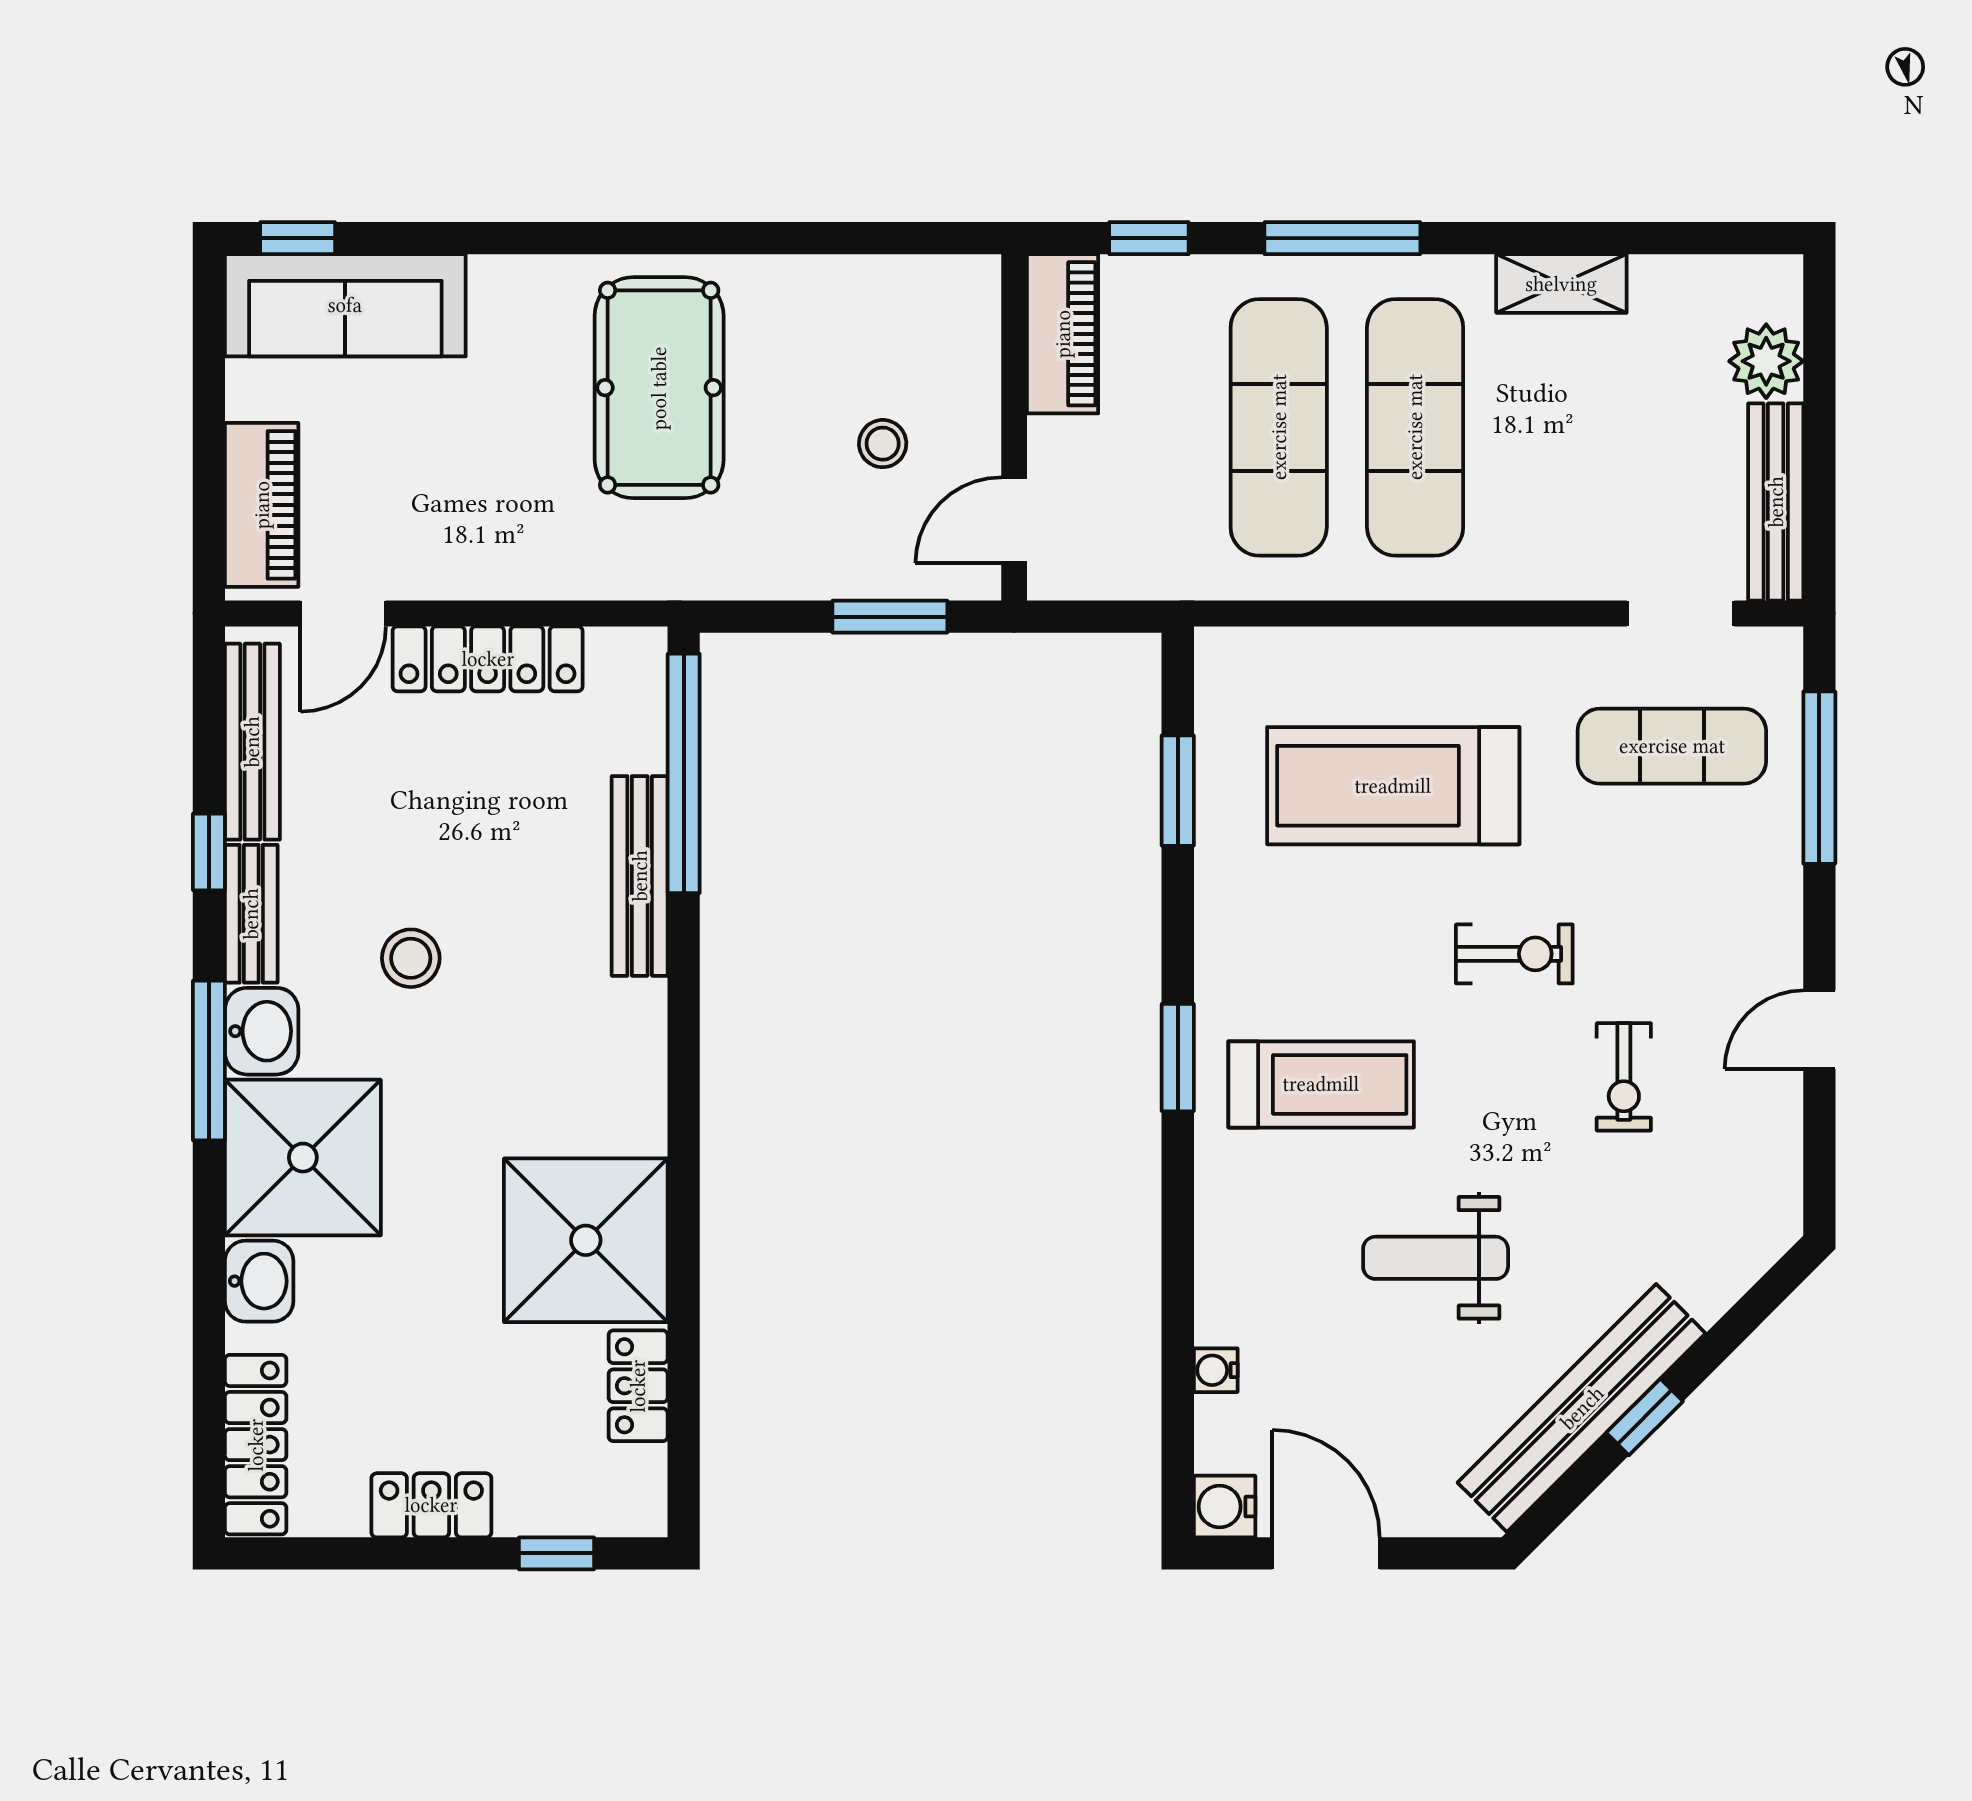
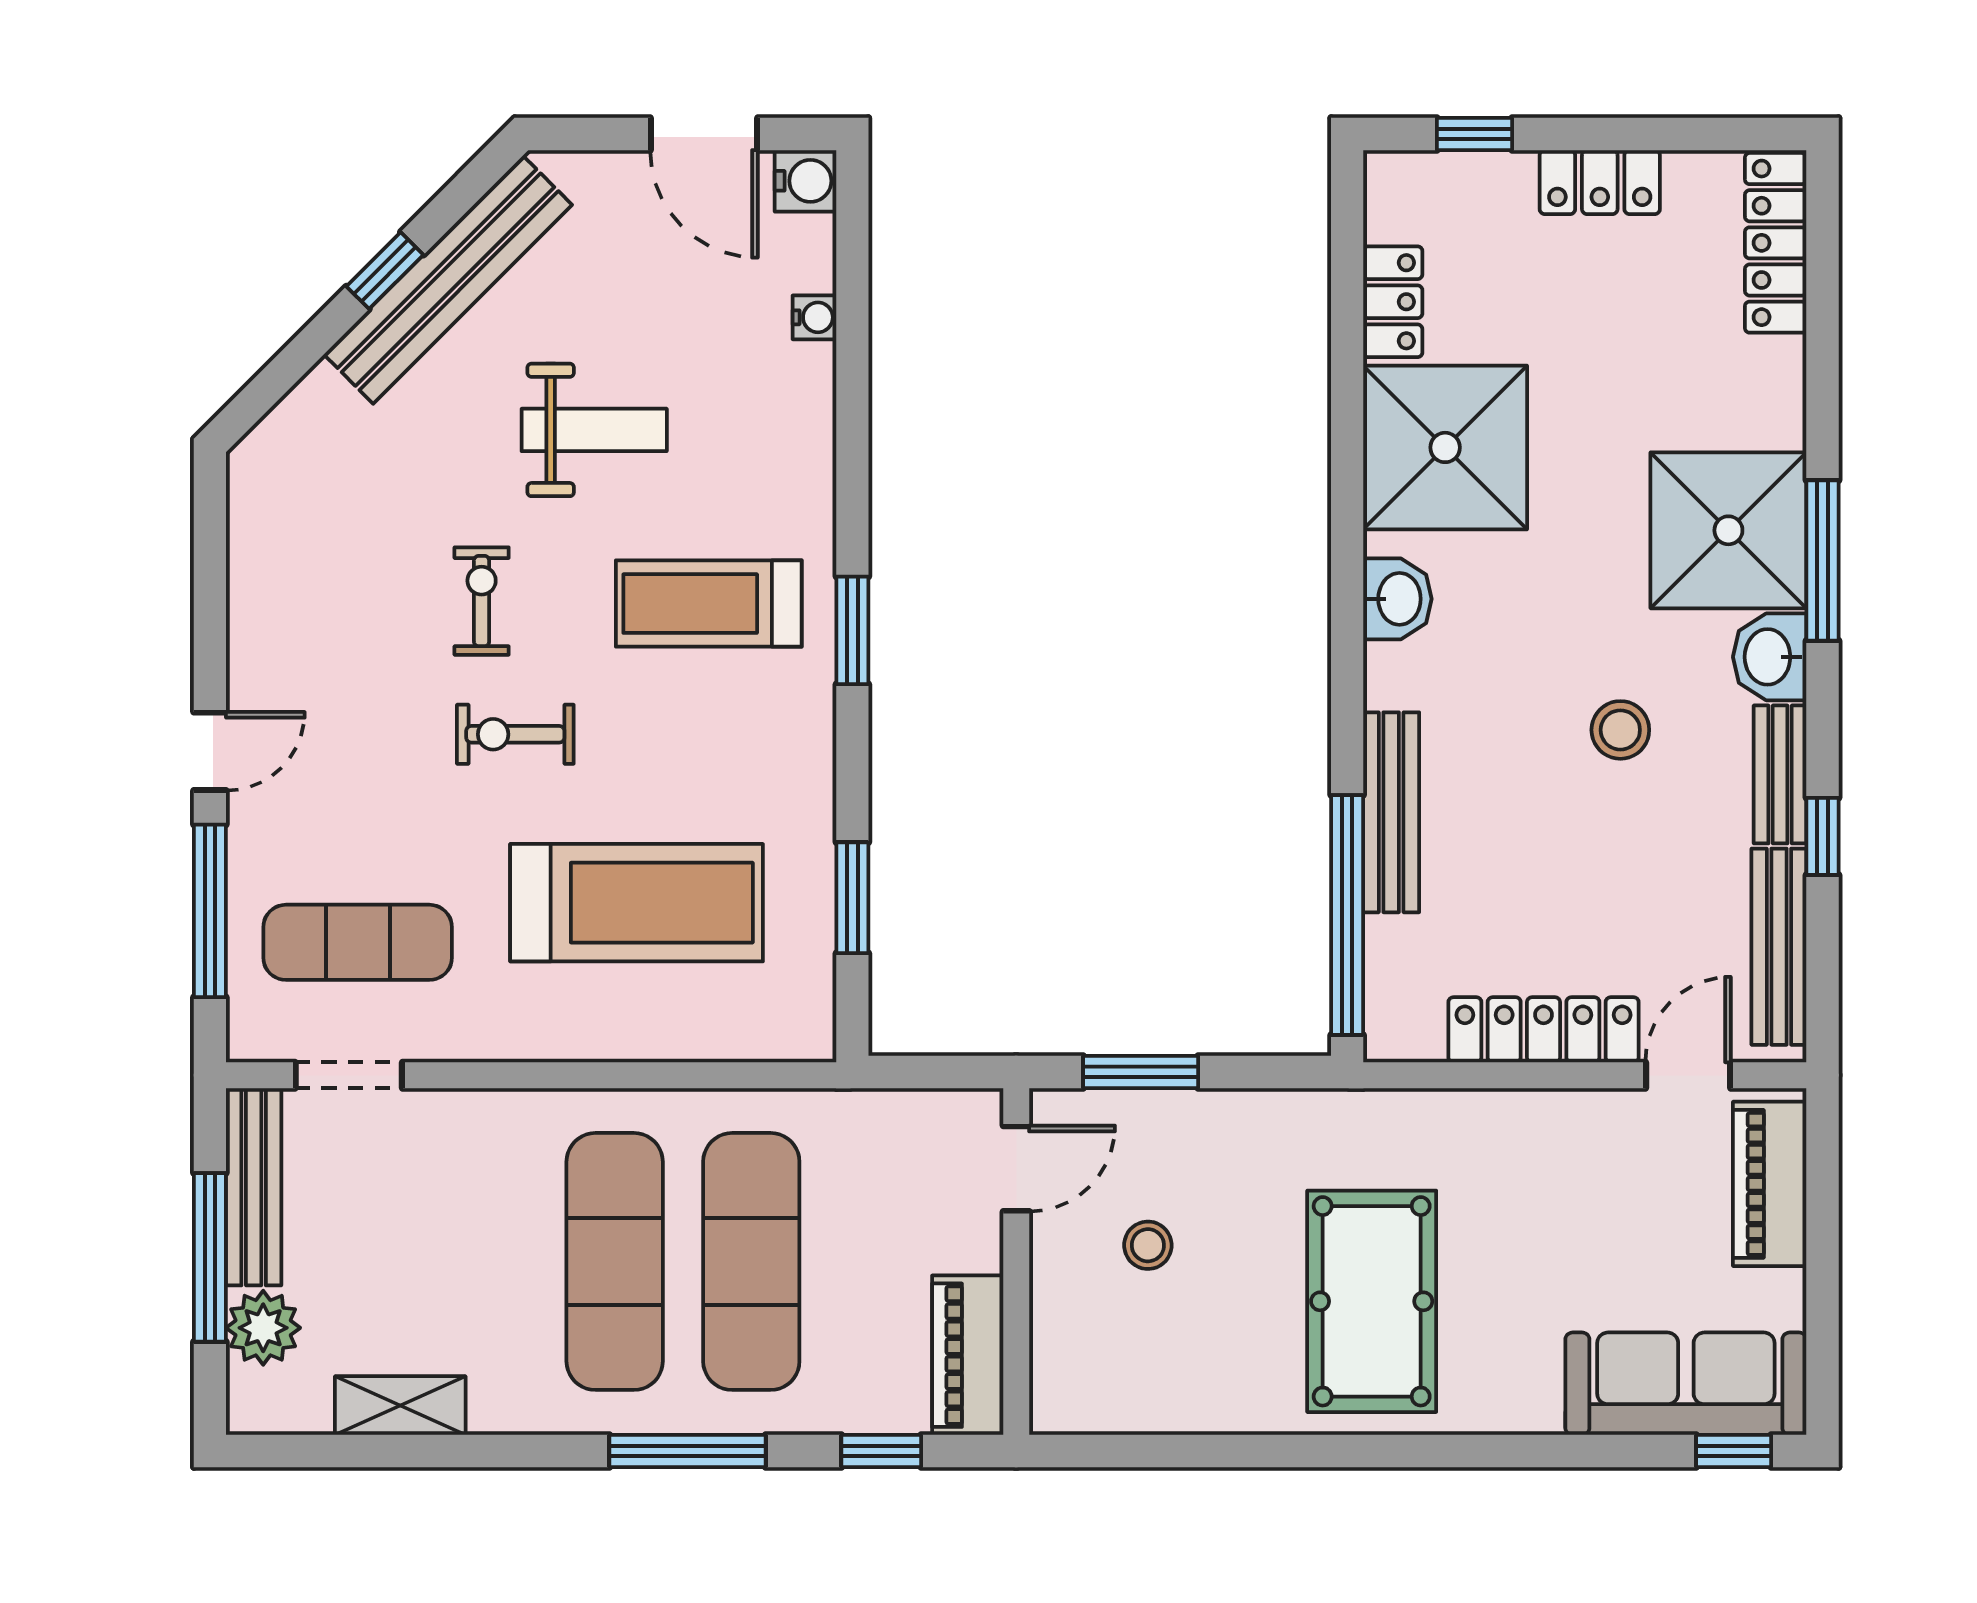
shelving: (1561, 284) -> (400, 1406), moved
window: (1819, 432) -> (210, 1257), added
door: (1819, 1030) -> (210, 751), moved
window: (209, 1061) -> (1822, 560), moved
exercise bike: (1624, 1077) -> (482, 601), moved
washbasin: (259, 1281) -> (1397, 599), moved, turned 180

